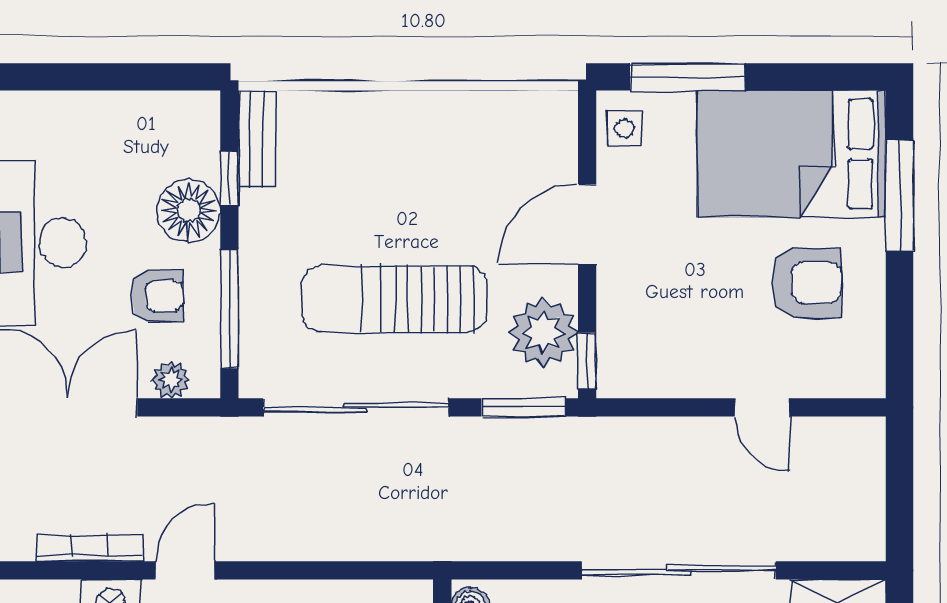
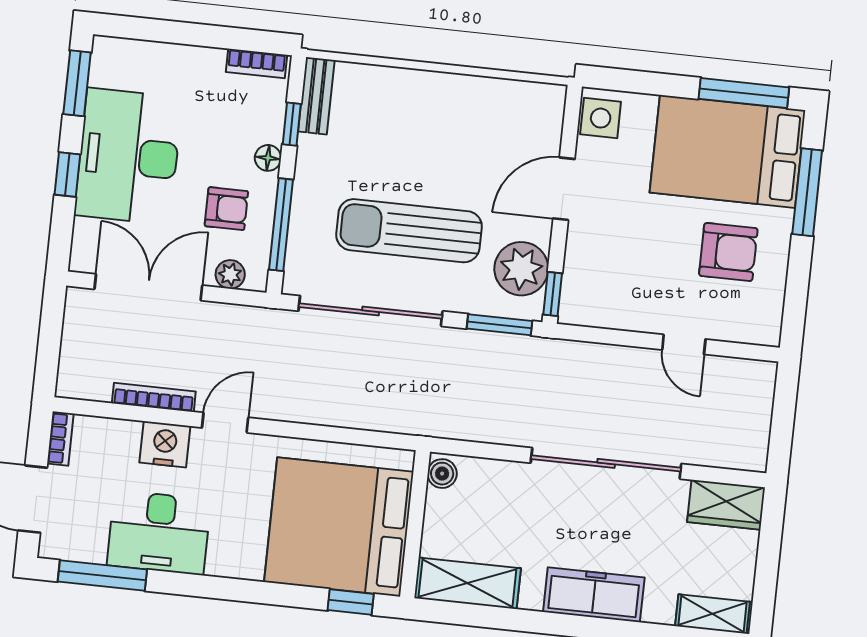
window: (687, 77) -> (744, 93), moved
bookcase: (176, 106) -> (256, 63), added
side table: (625, 129) -> (601, 118), width x1.37, depth x1.37
floor lamp: (189, 210) -> (268, 158), width x0.53, depth x0.53

